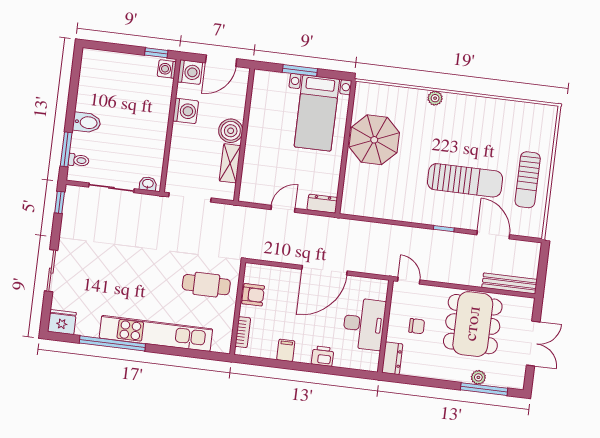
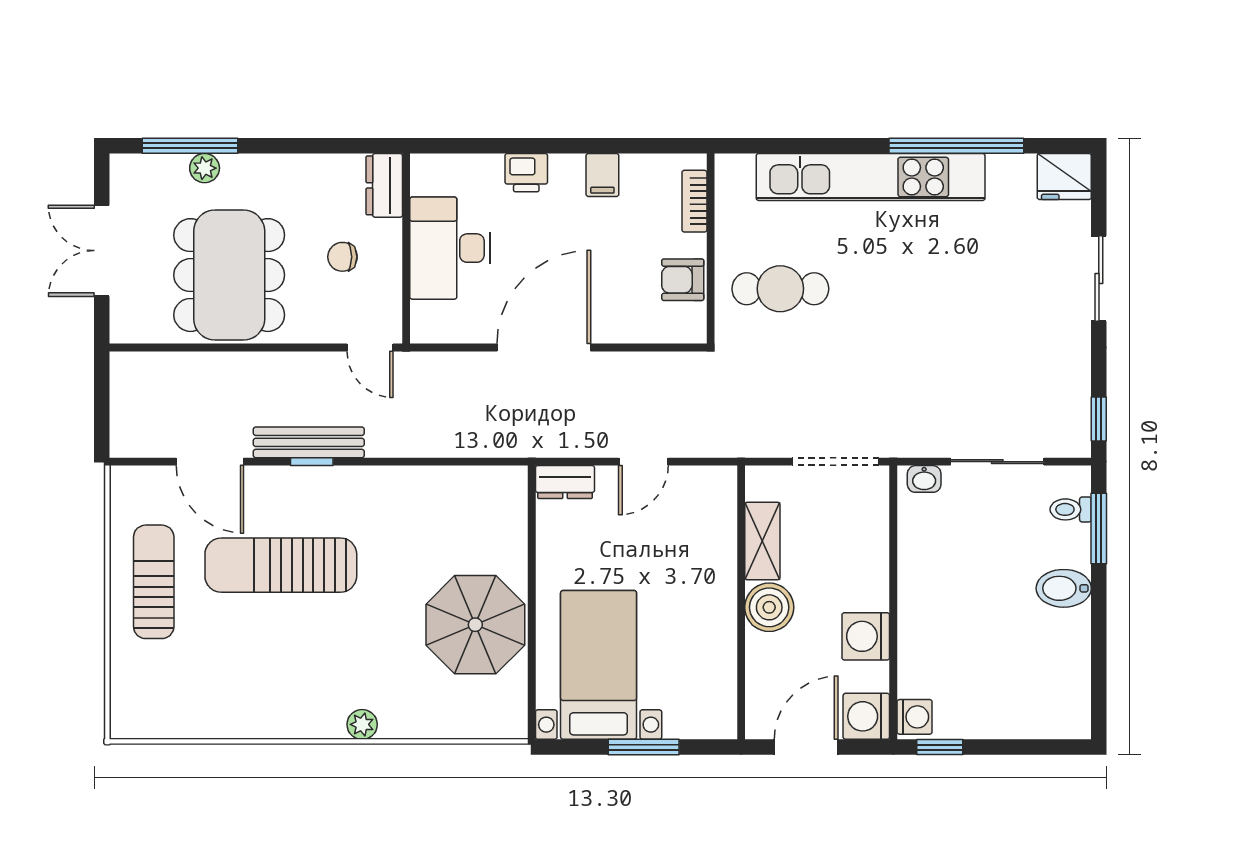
bench: (510, 283) -> (309, 442), moved

